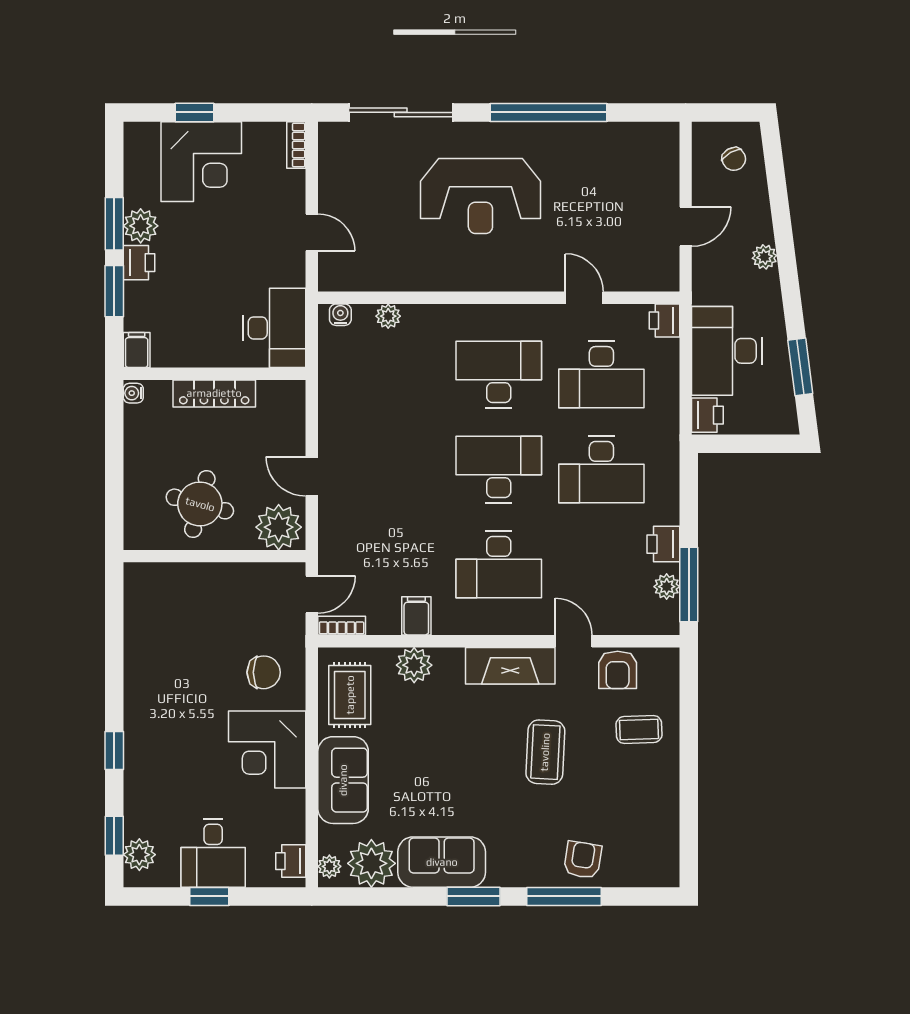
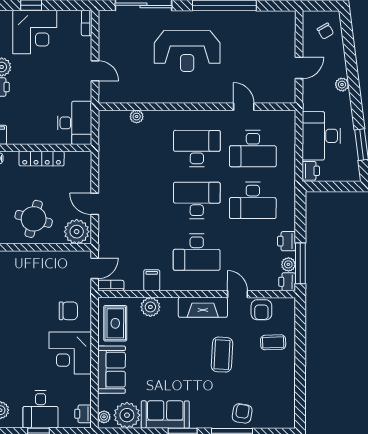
water cooler: (340, 315) -> (110, 116), removed
printer: (664, 321) -> (287, 282), moved

